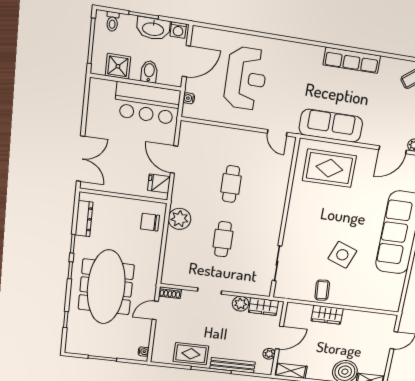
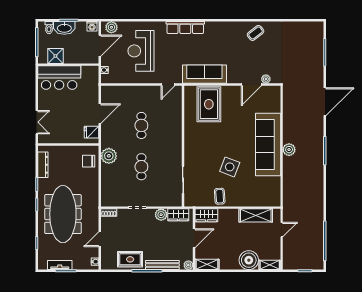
washbasin: (153, 29) -> (64, 28), moved
plant: (207, 36) -> (111, 27), added
row of seats: (352, 60) -> (185, 28), moved
bidet: (149, 72) -> (76, 56), removed
reception desk: (246, 78) -> (141, 51), turned 180
bar counter: (147, 103) -> (59, 78), moved
door: (277, 133) -> (168, 85), hinge flipped
double door: (81, 159) -> (37, 122), width x0.73
door: (174, 160) -> (100, 114), swing flipped
rug: (329, 168) -> (209, 104), turned 90
door: (155, 310) -> (100, 239), moved
wardrobe: (327, 315) -> (206, 215), moved
shelving: (364, 319) -> (256, 215), added
tv unit: (95, 350) -> (60, 265), added
plant: (269, 354) -> (188, 265), moved

